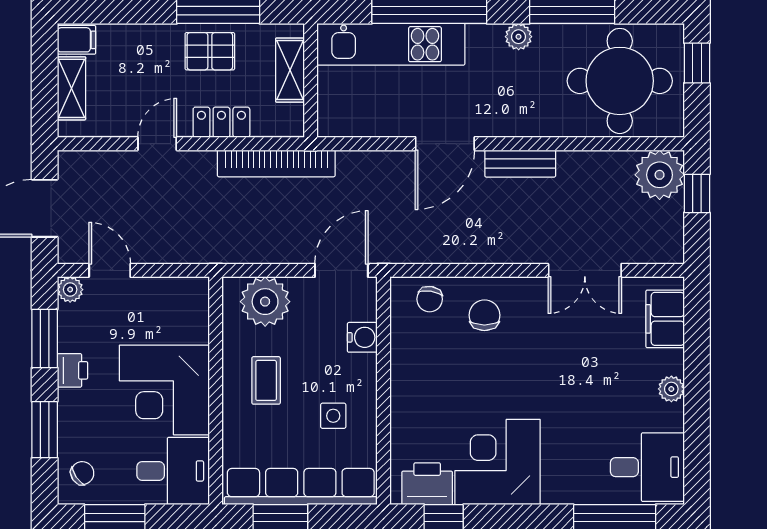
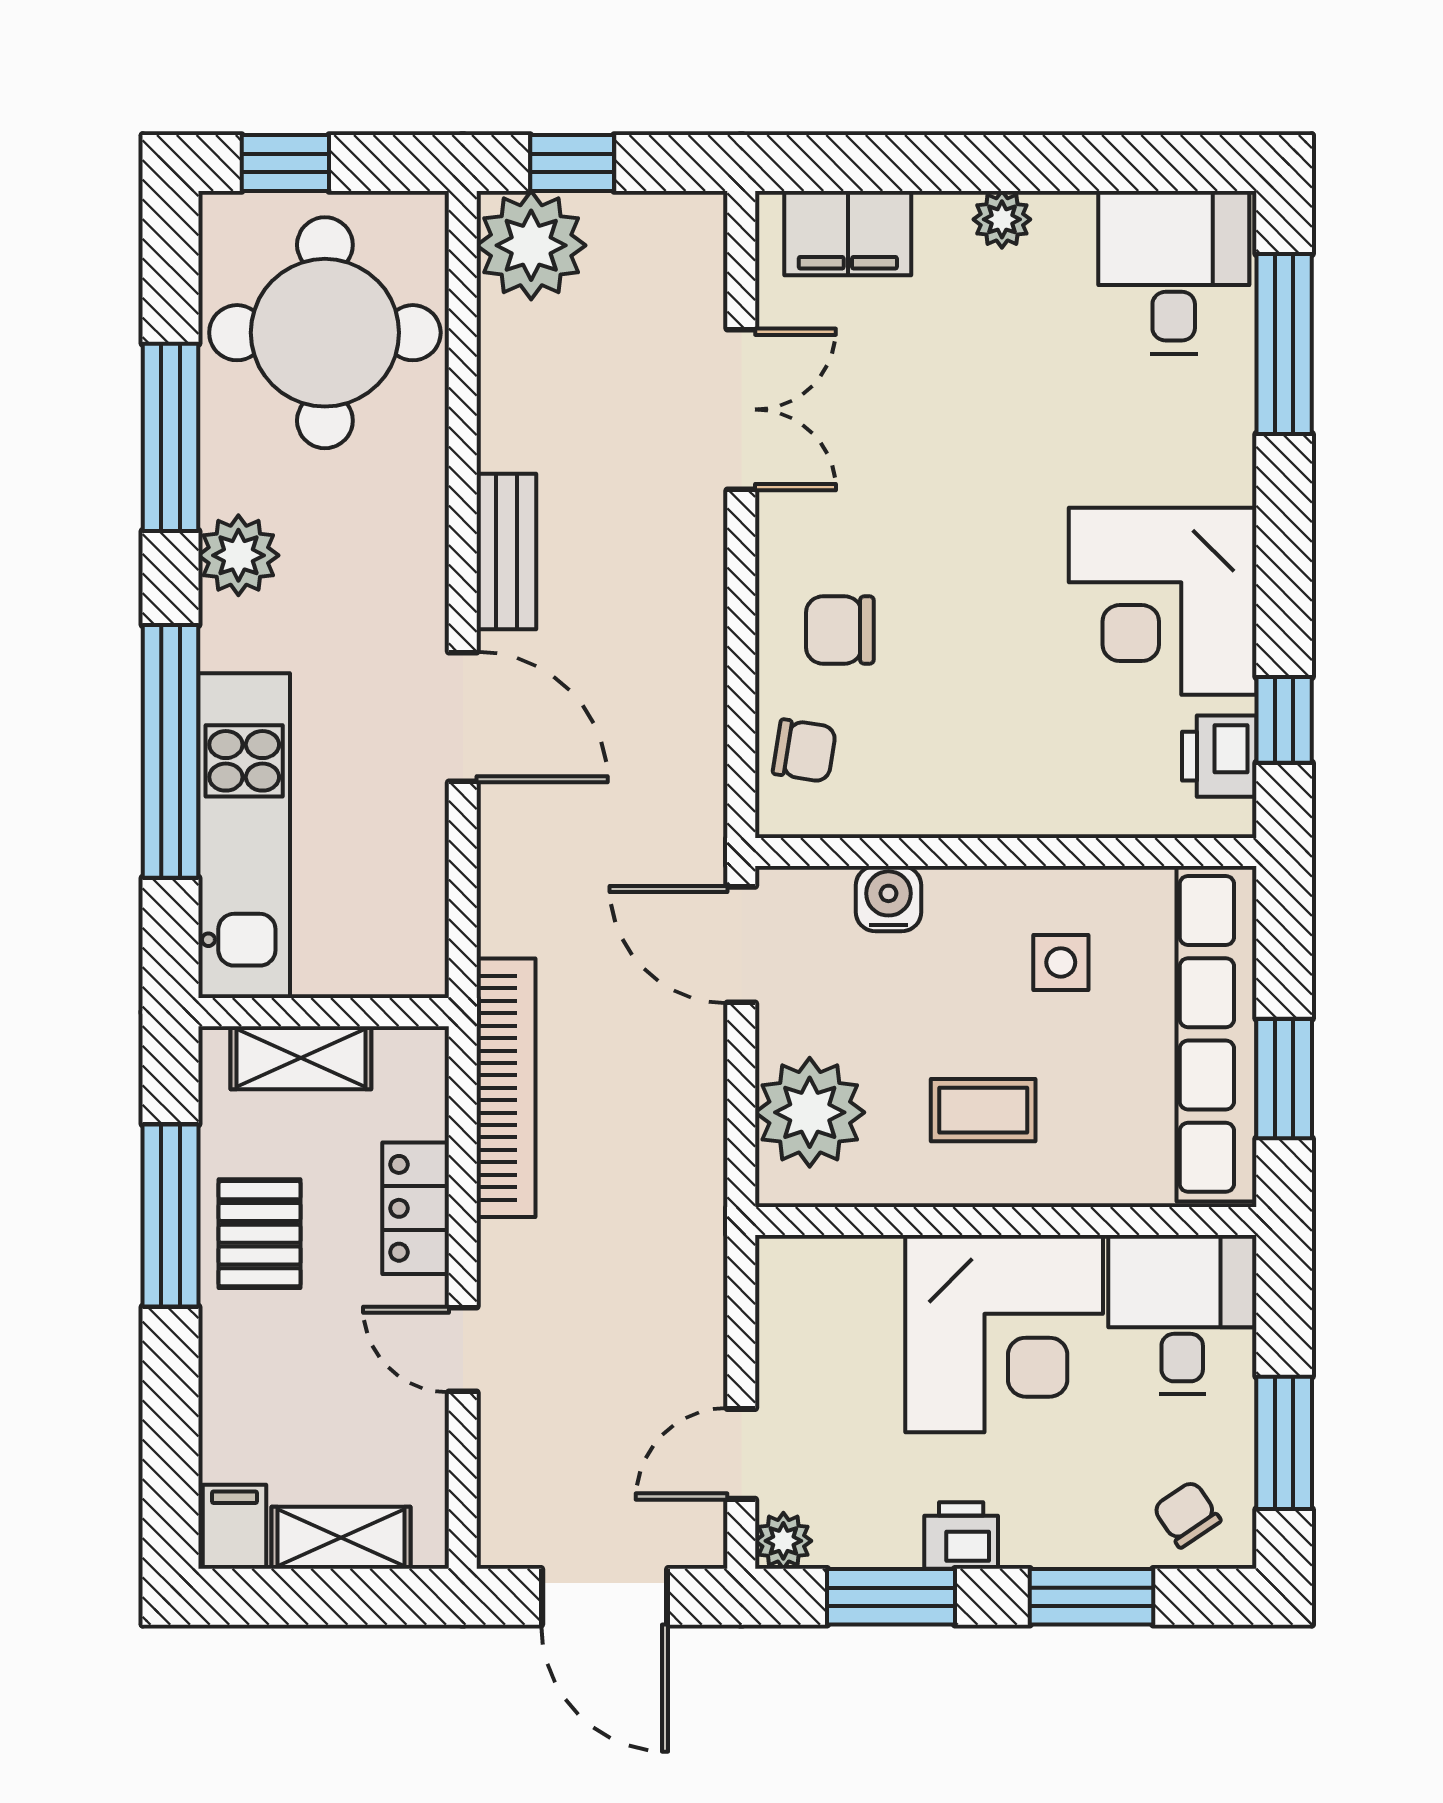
plant: (519, 37) -> (238, 555), width x1.38, depth x1.38
printer: (427, 484) -> (1219, 756), width x0.73, depth x0.81

